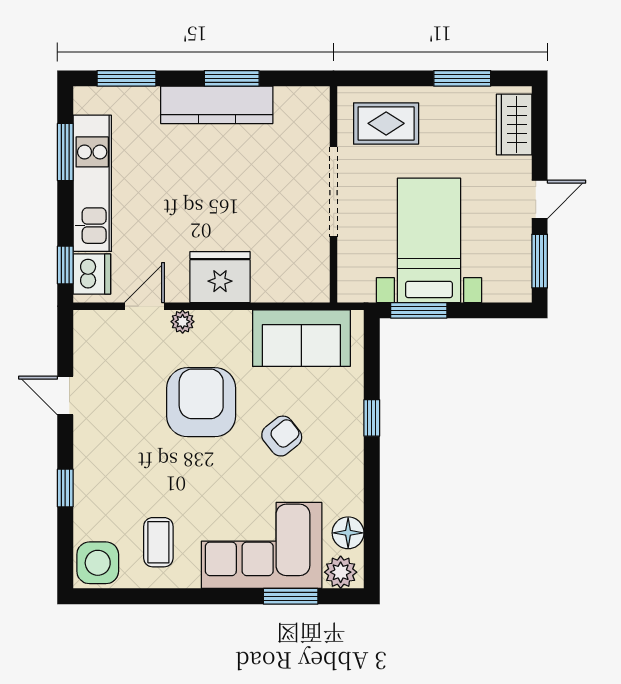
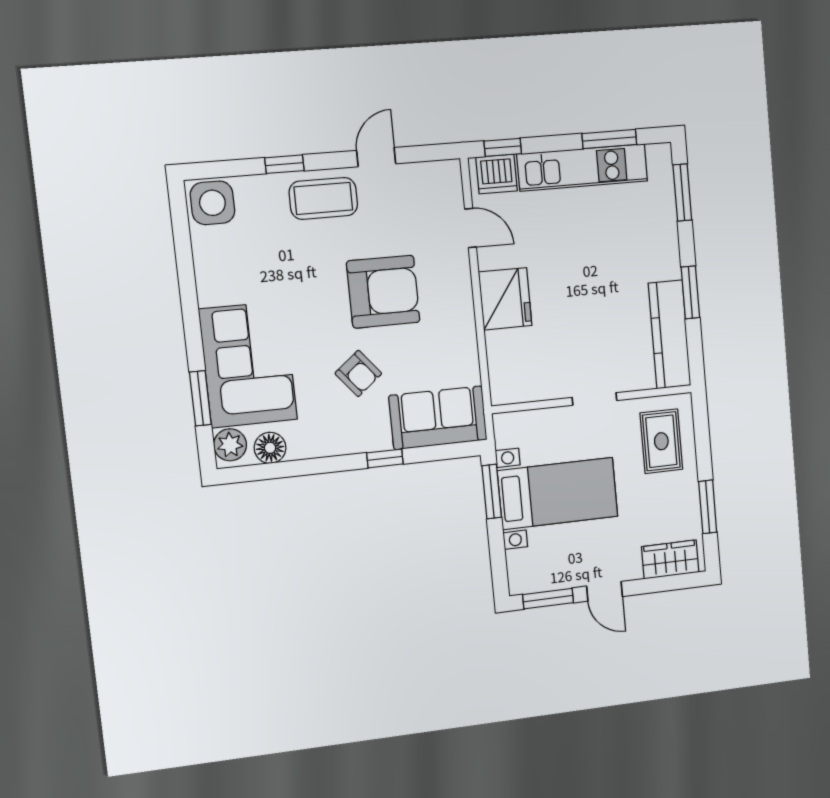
kitchen counter: (217, 105) -> (670, 334), moved
doorway: (334, 192) -> (595, 399), width x0.53
plant: (183, 322) -> (459, 266), removed
sofa: (301, 338) -> (438, 418), moved, turned 90
coffee table: (158, 542) -> (323, 198), moved, width x1.36, depth x1.30

